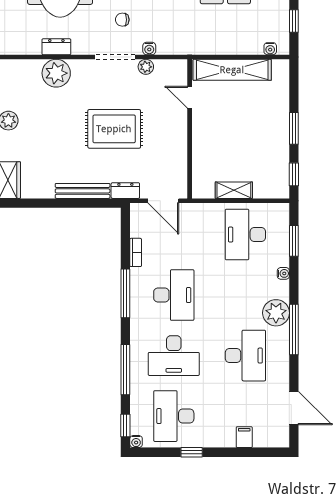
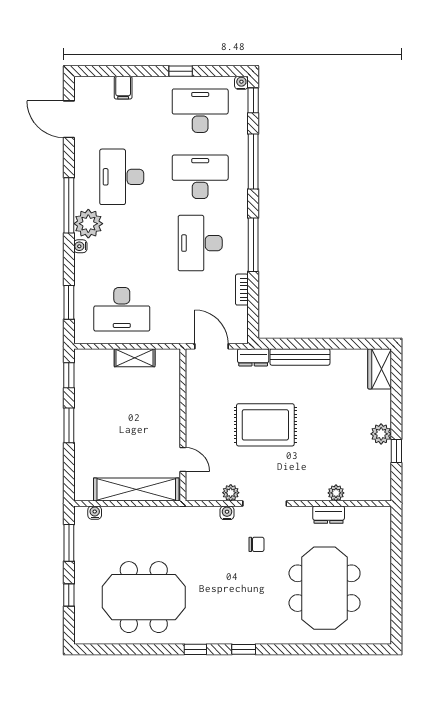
window: (294, 21) -> (69, 543), width x1.50
plant: (56, 73) -> (336, 493), width x0.53, depth x0.53
desk: (245, 235) -> (122, 309), turned 90
water cooler: (283, 273) -> (80, 246), moved
desk: (174, 416) -> (200, 111), turned -90

